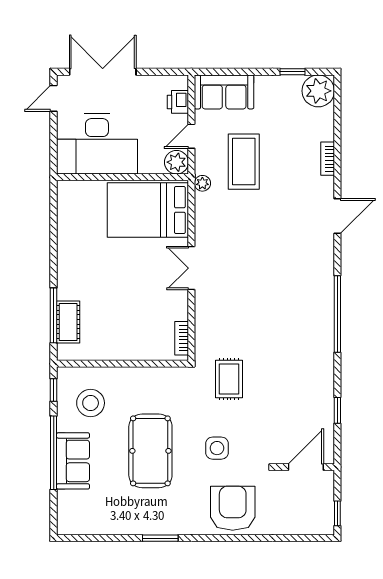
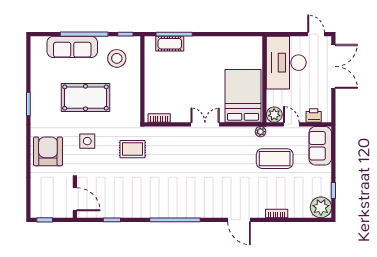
sofa: (73, 461) -> (72, 47), width x1.36
armchair: (233, 508) -> (48, 151), turned -90

